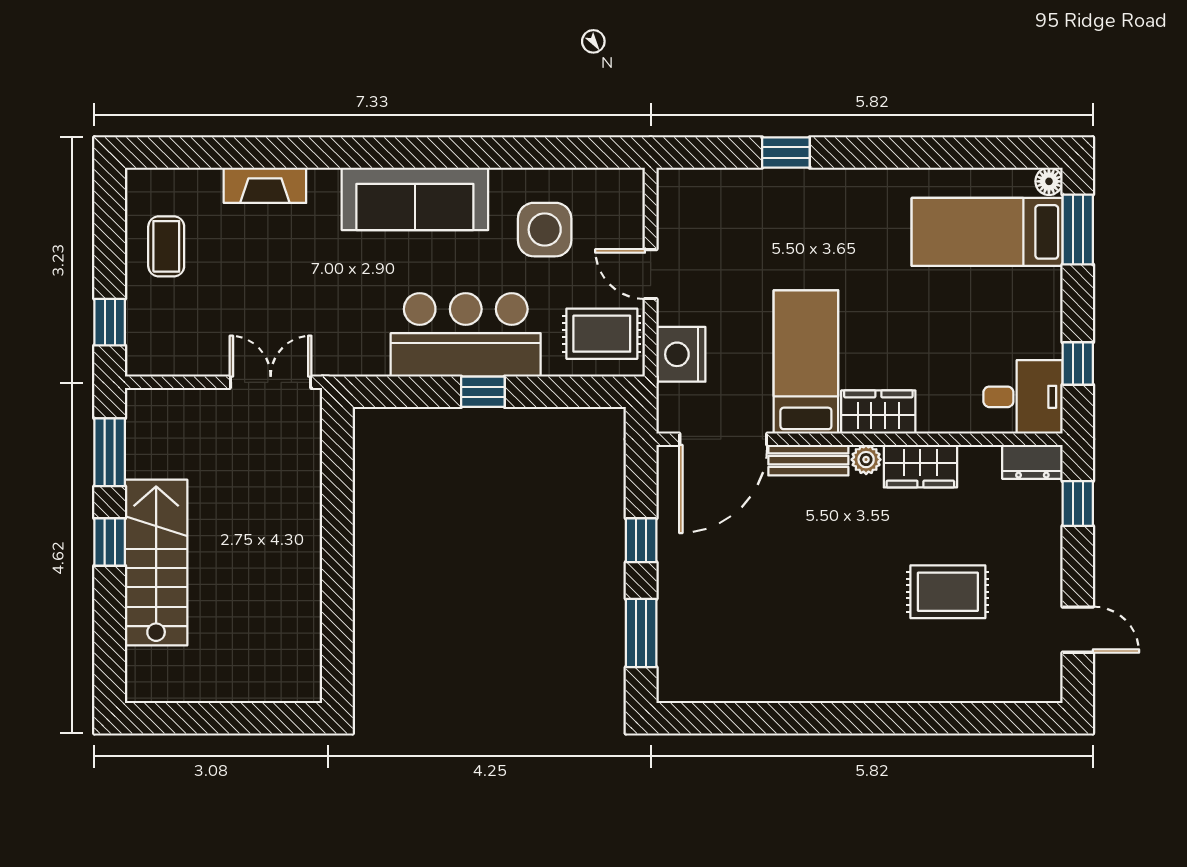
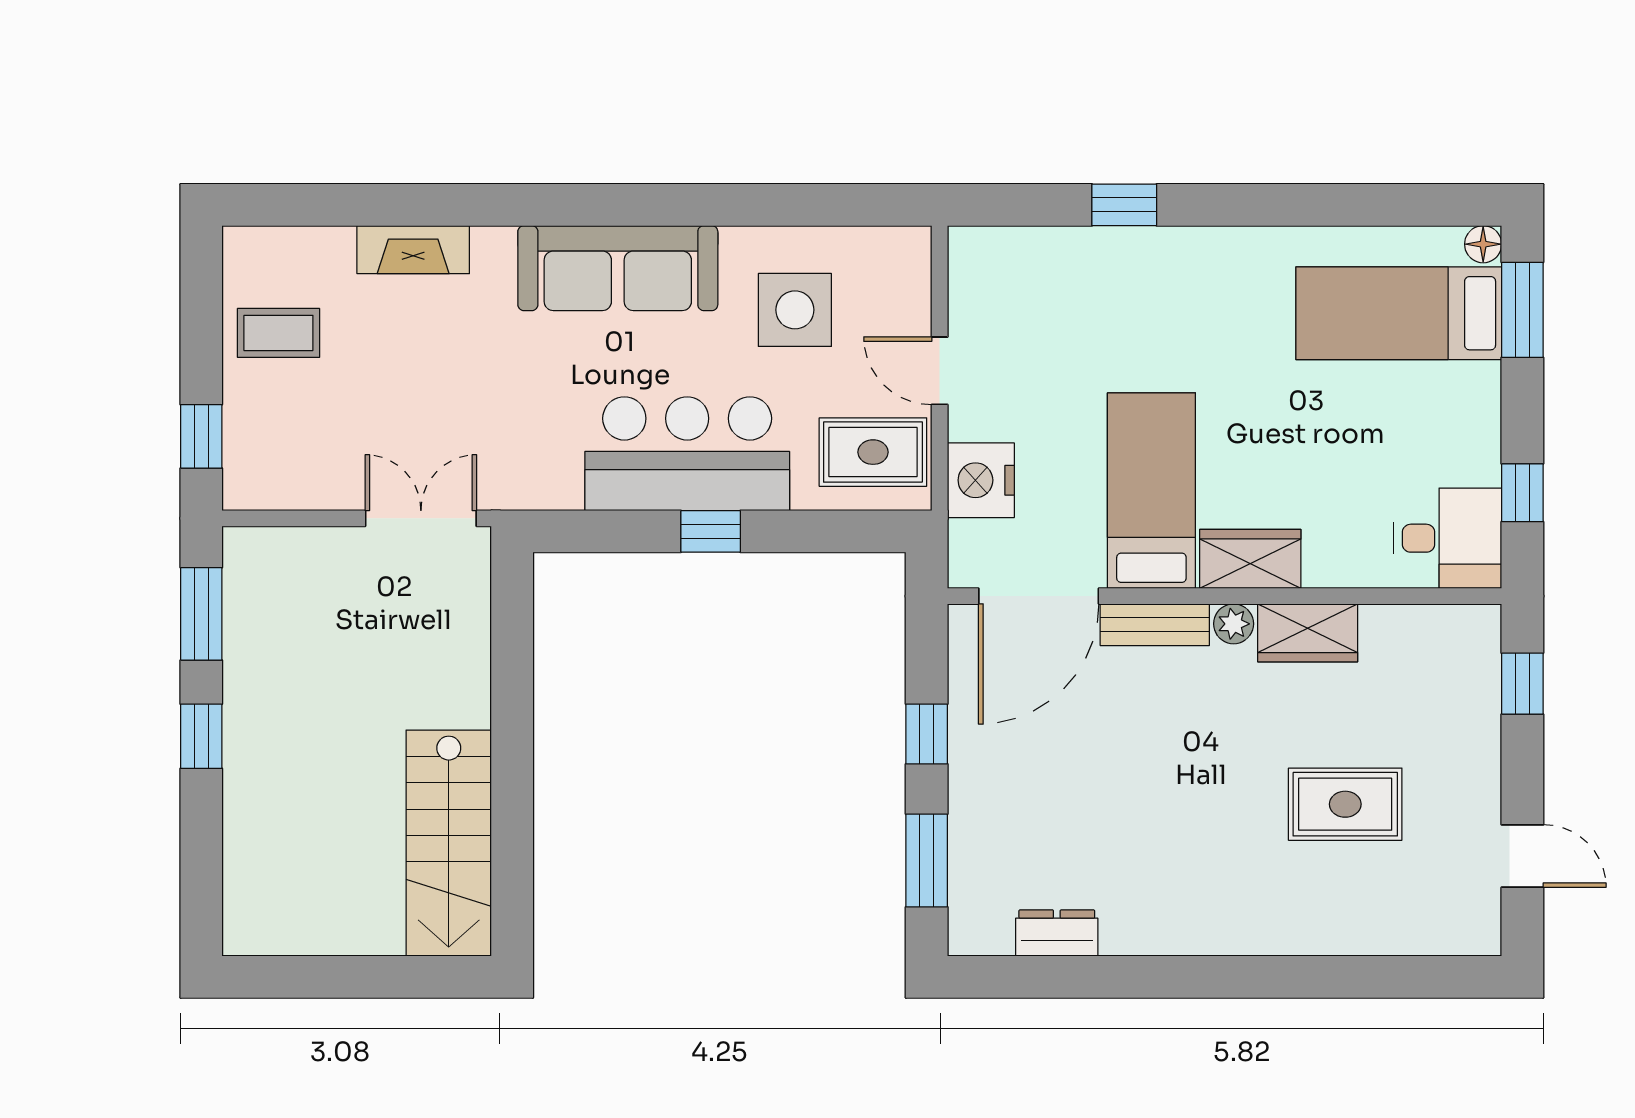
coffee table: (166, 246) -> (278, 333), turned 90
dresser: (1032, 462) -> (1057, 933), moved, turned 180
stairs: (156, 563) -> (449, 843), moved, turned 180

